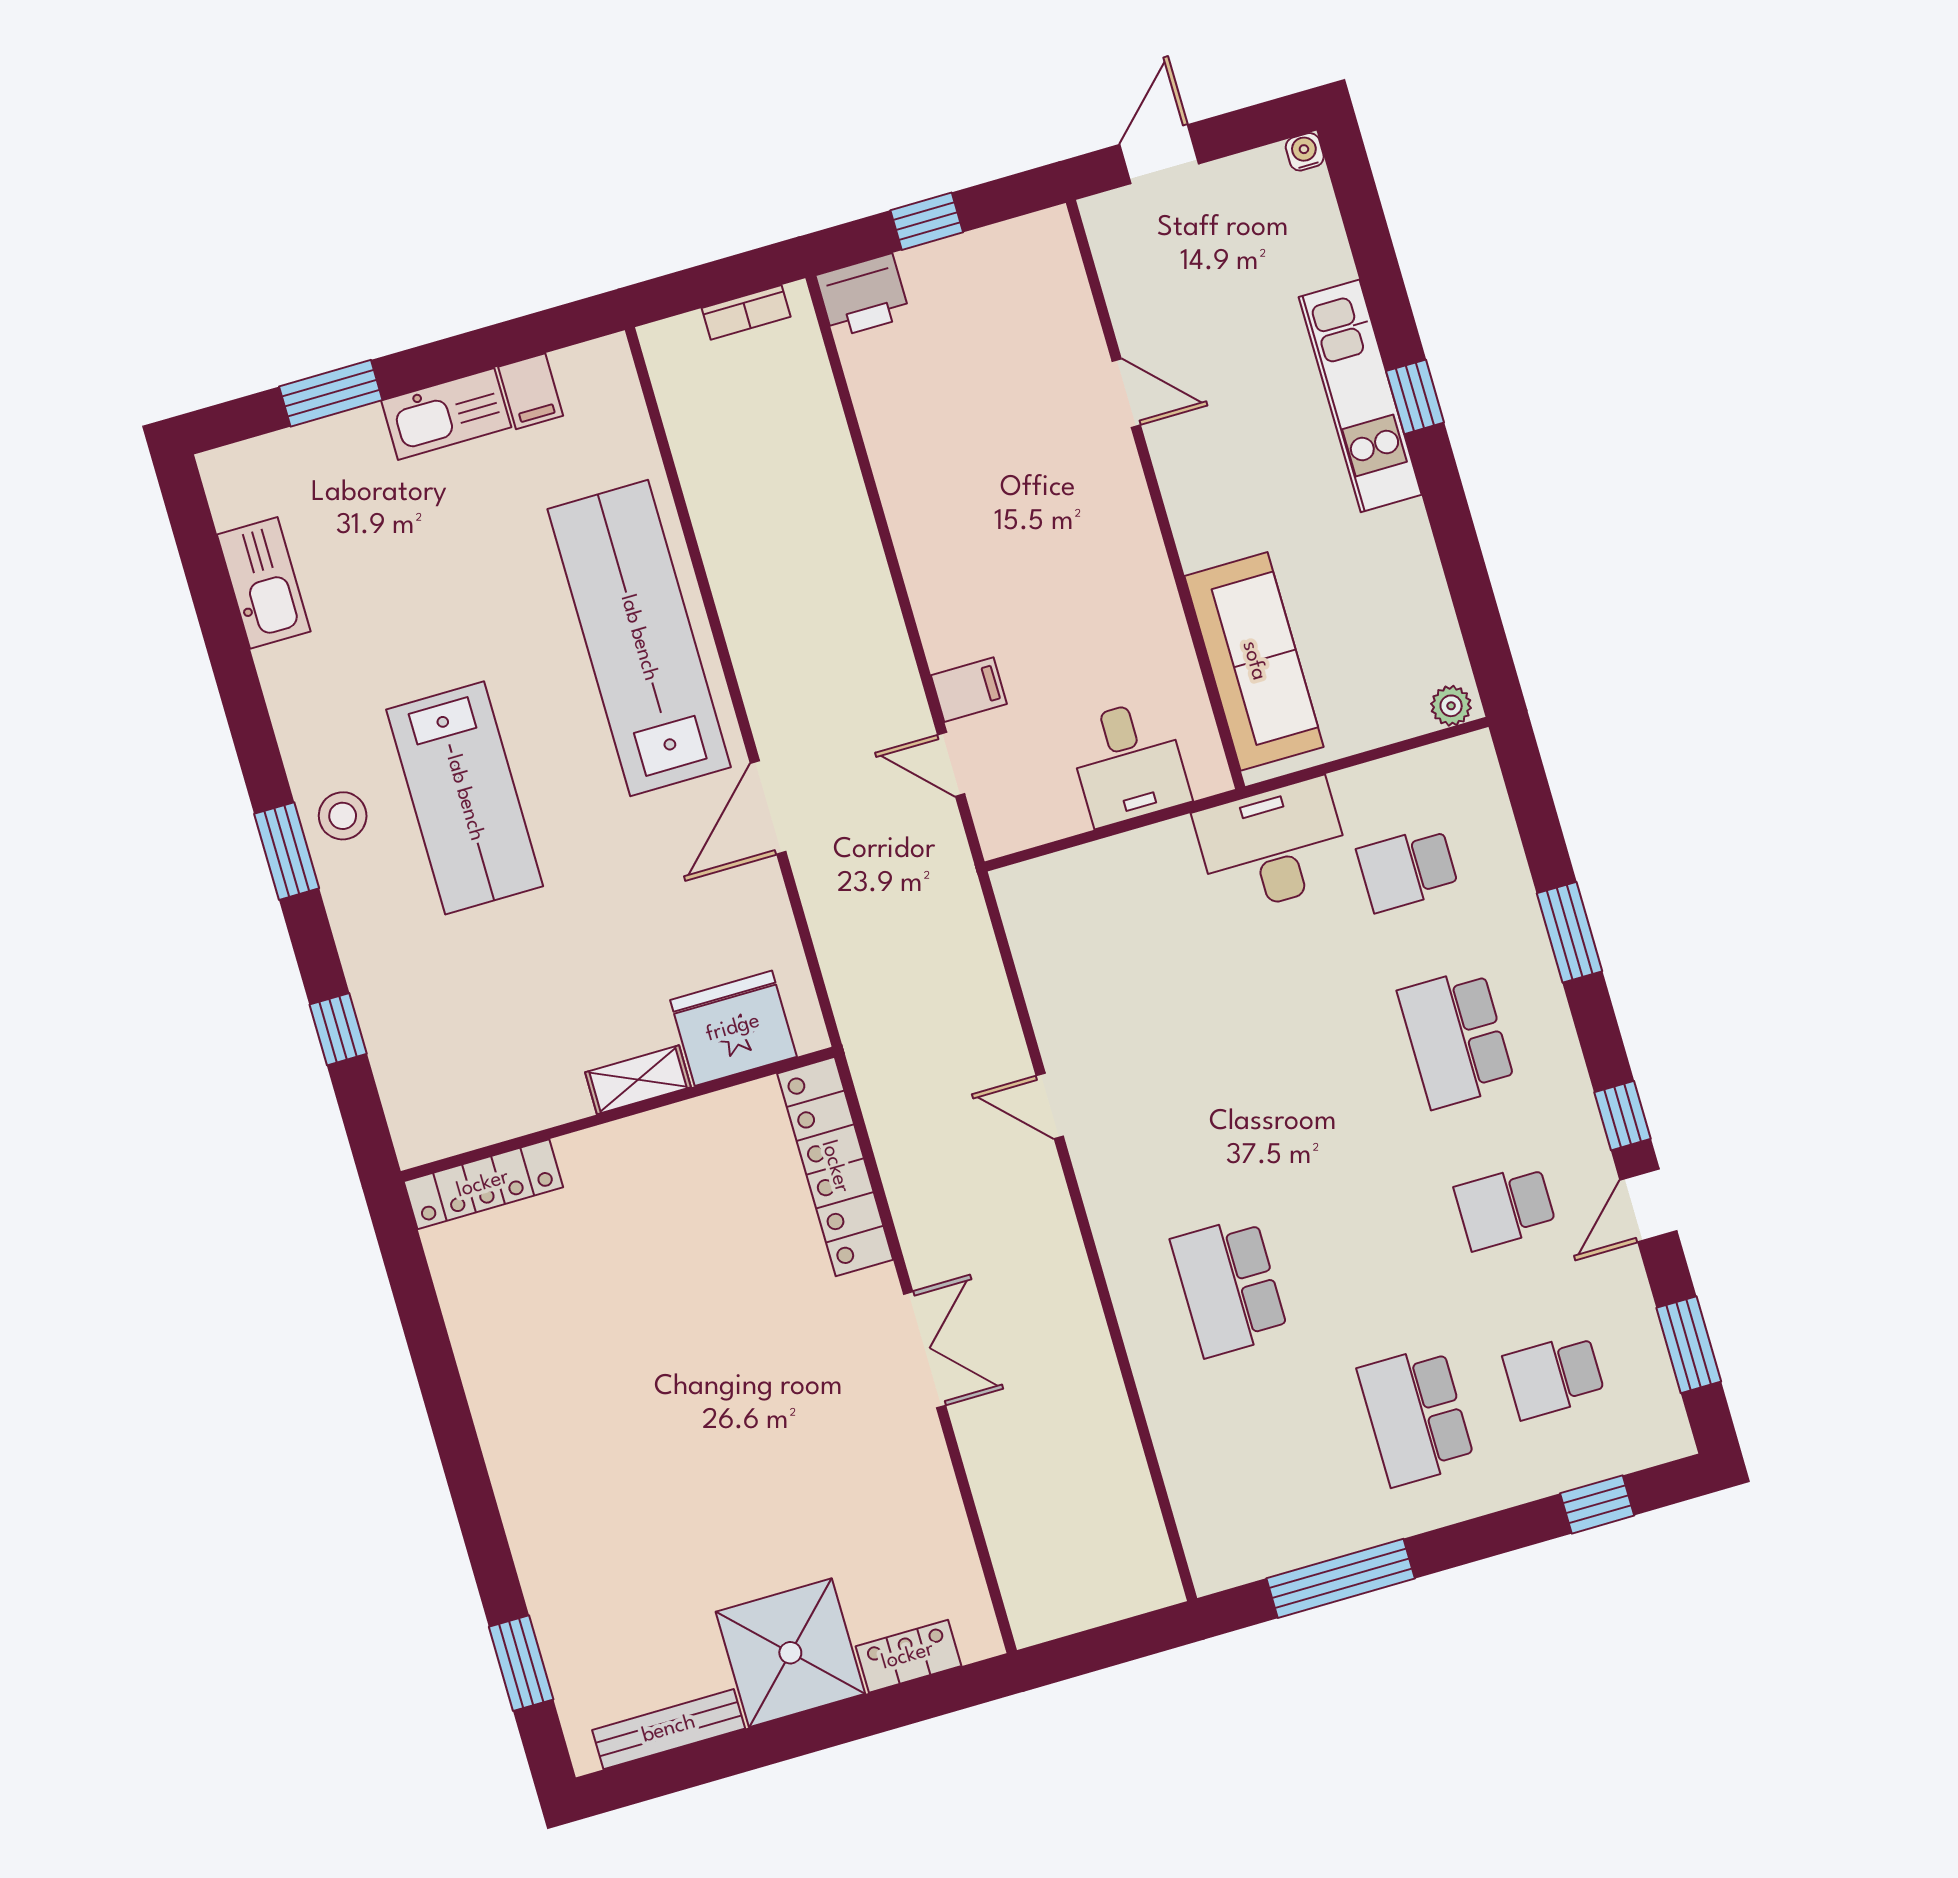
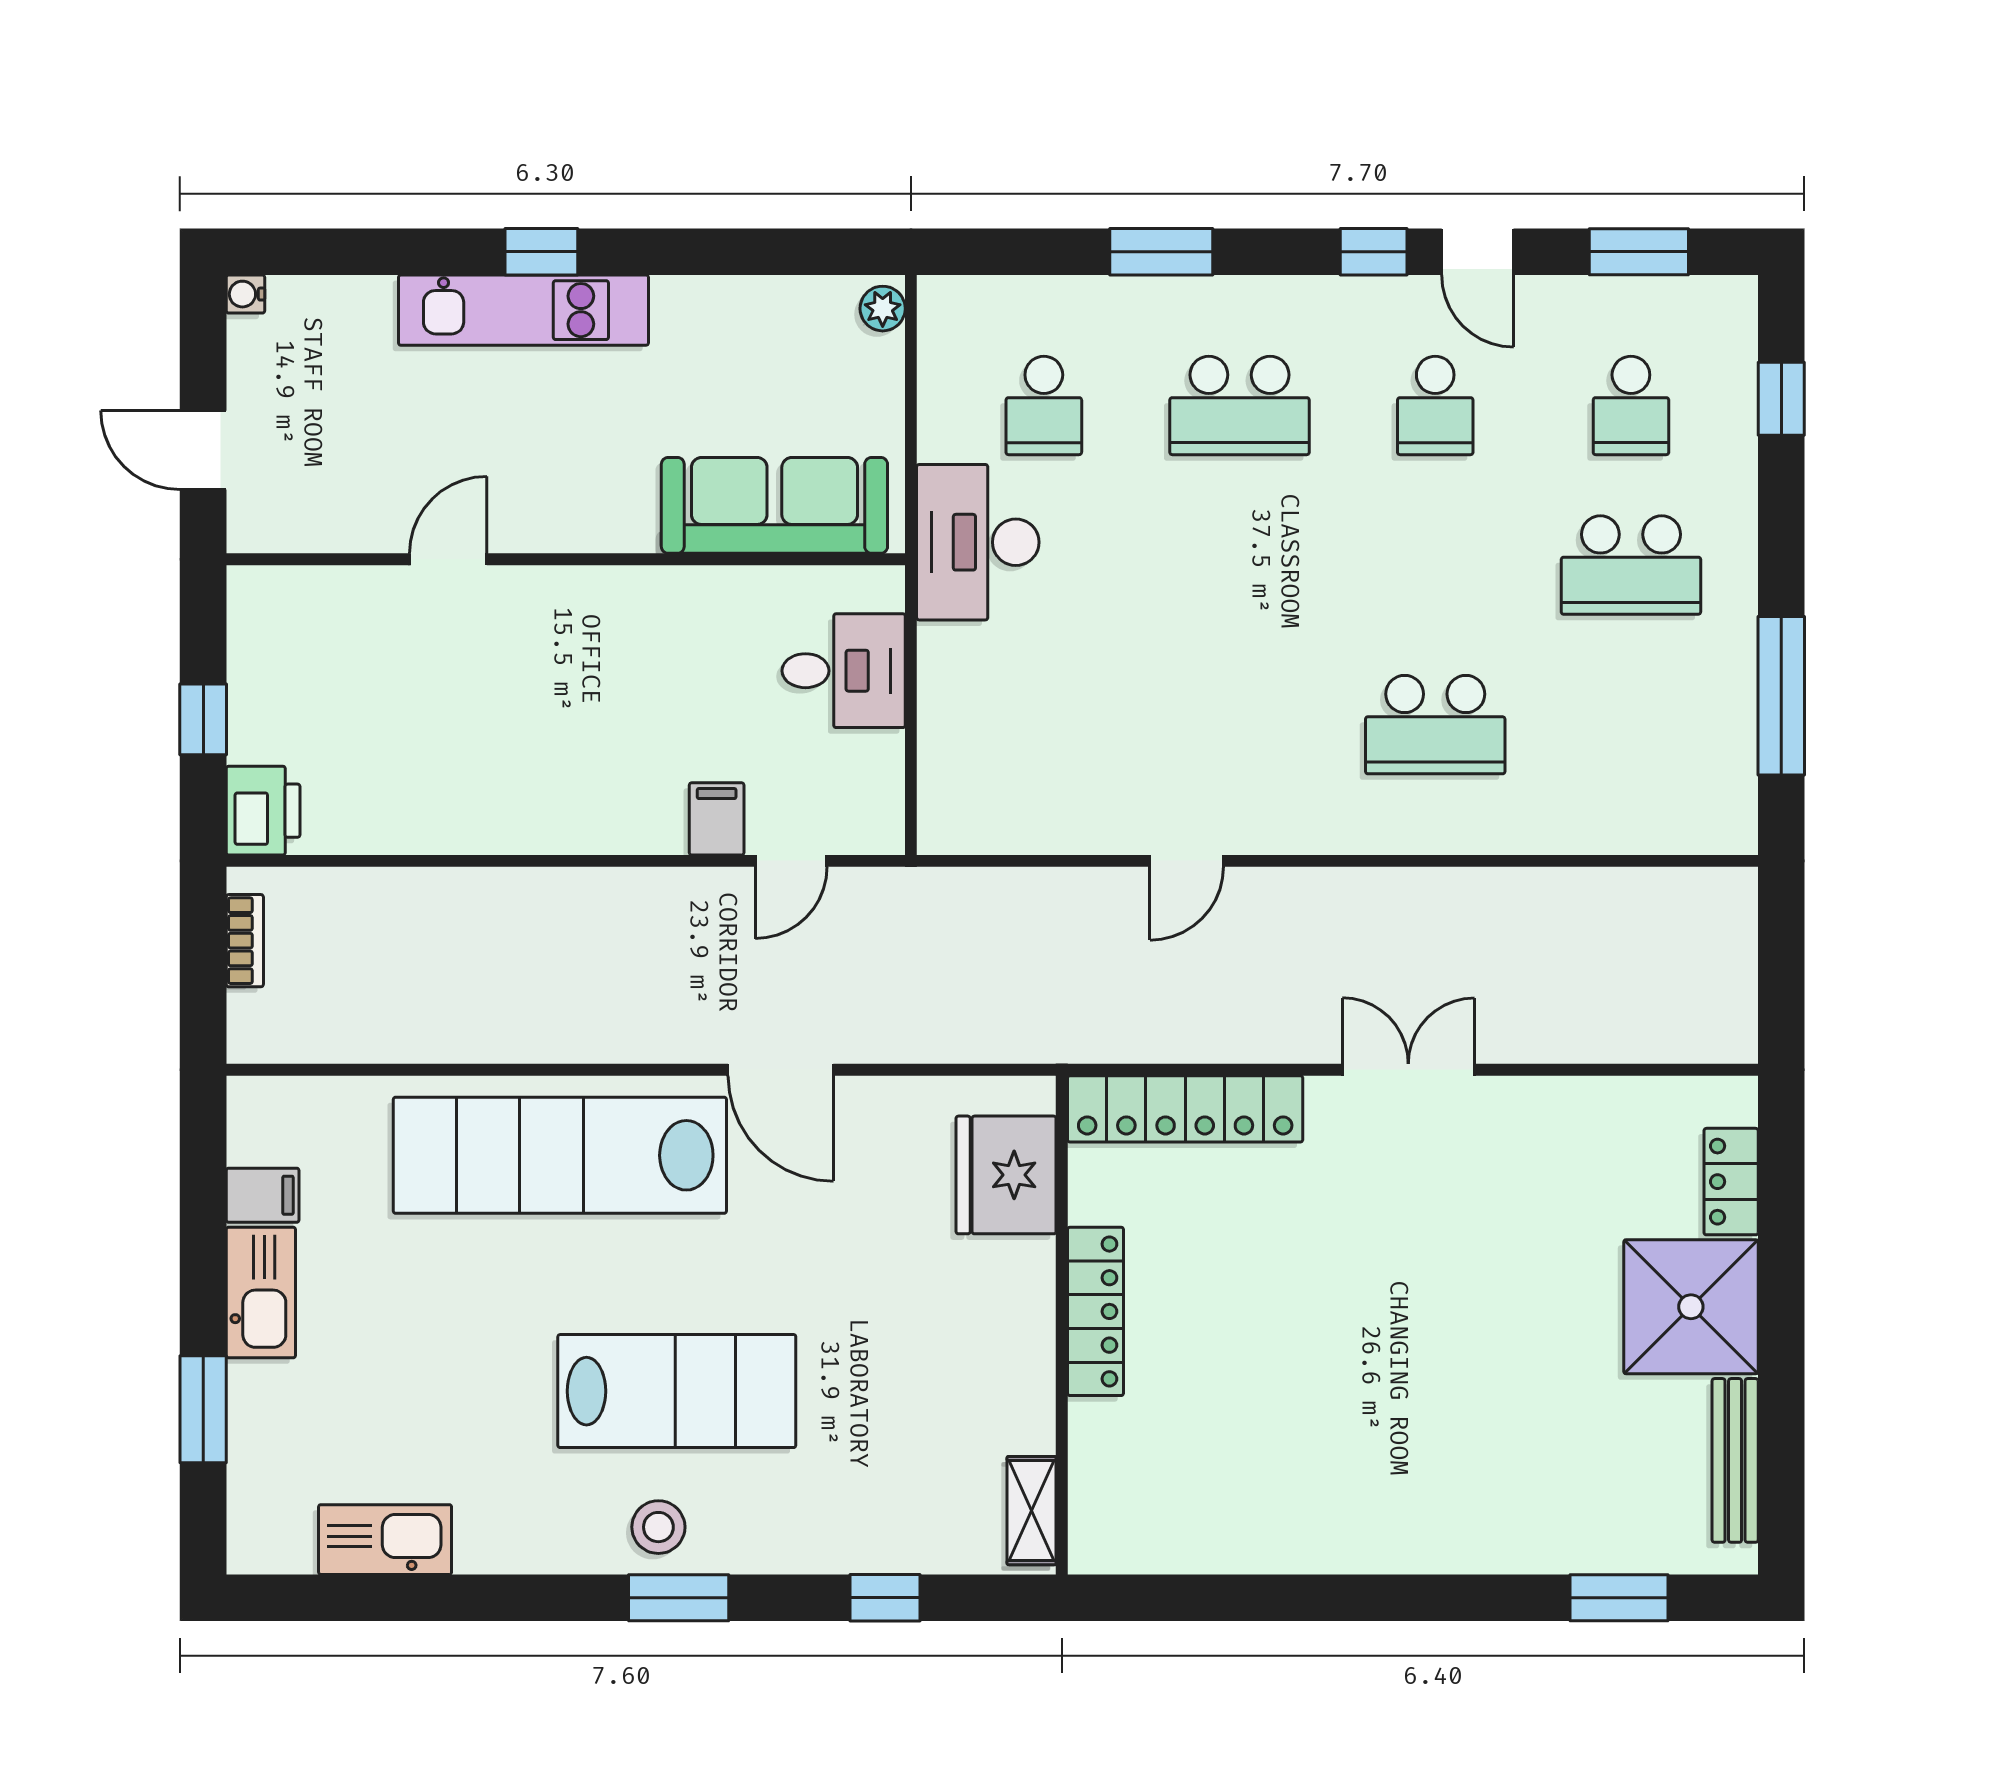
shelving: (638, 1080) -> (1032, 1511), moved
locker: (483, 1184) -> (1095, 1311), moved

